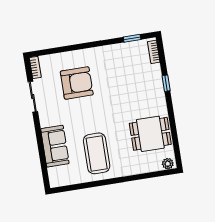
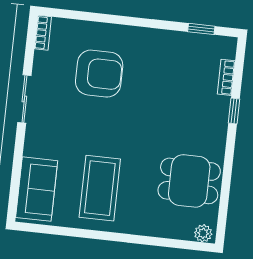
bookcase: (154, 52) -> (226, 77), moved
sliding door: (33, 97) -> (24, 99), moved
sofa: (55, 146) -> (37, 189), moved

